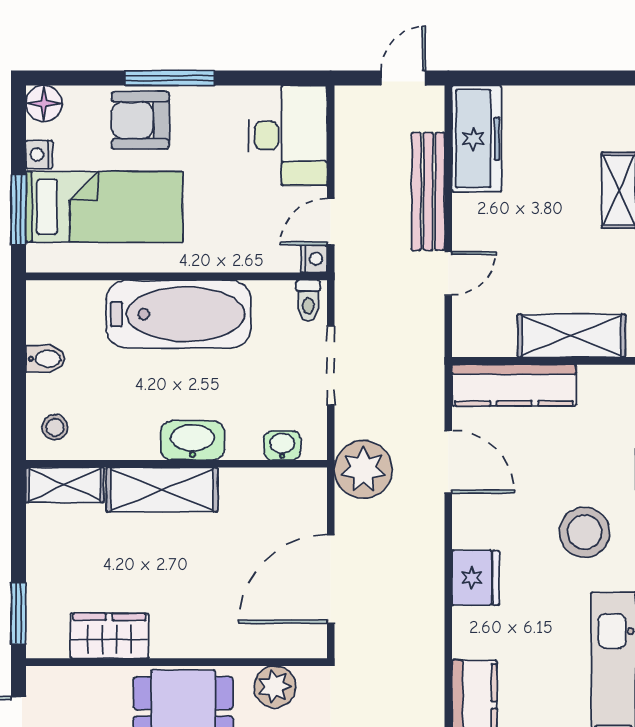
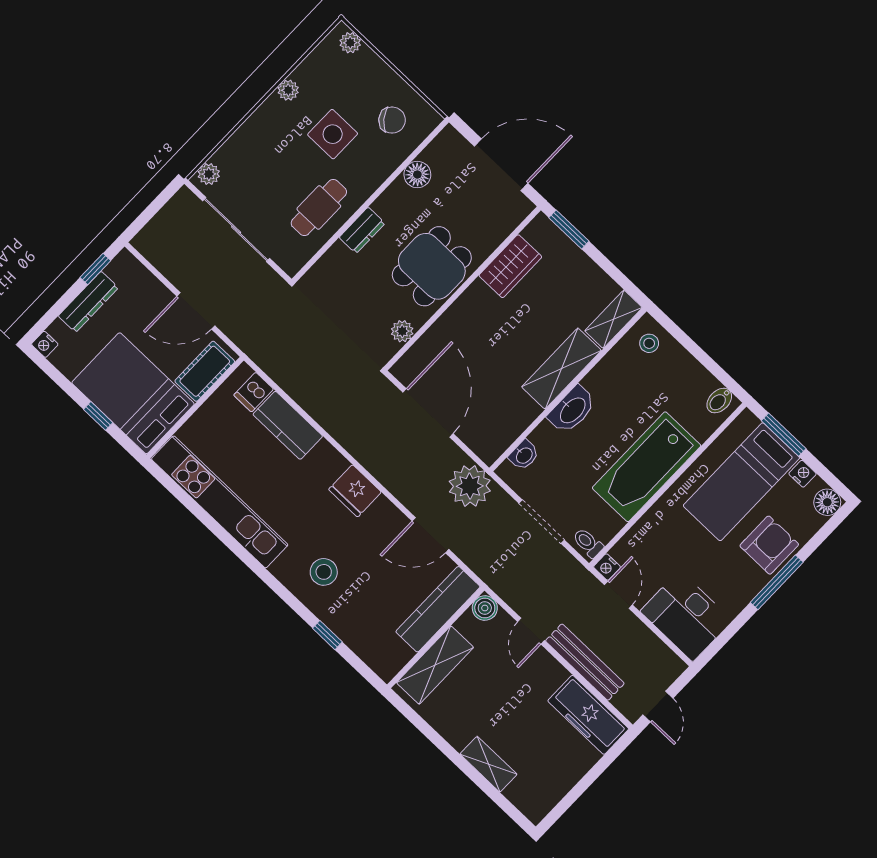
boiler: (469, 340) -> (485, 608), added
bidet: (45, 359) -> (719, 401), moved
stool: (585, 532) -> (324, 572), width x0.73, depth x0.73
plant: (275, 687) -> (402, 331), width x0.73, depth x0.73

